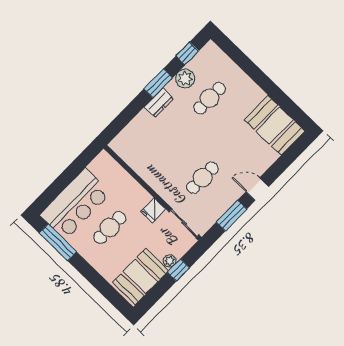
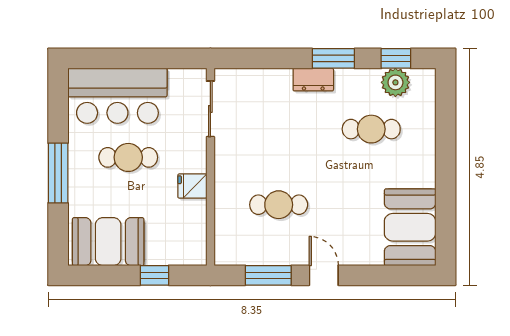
plant: (185, 79) -> (395, 82), moved
sliding door: (184, 223) -> (210, 109), moved
window: (58, 242) -> (58, 173), moved
plant: (170, 261) -> (155, 256), removed

